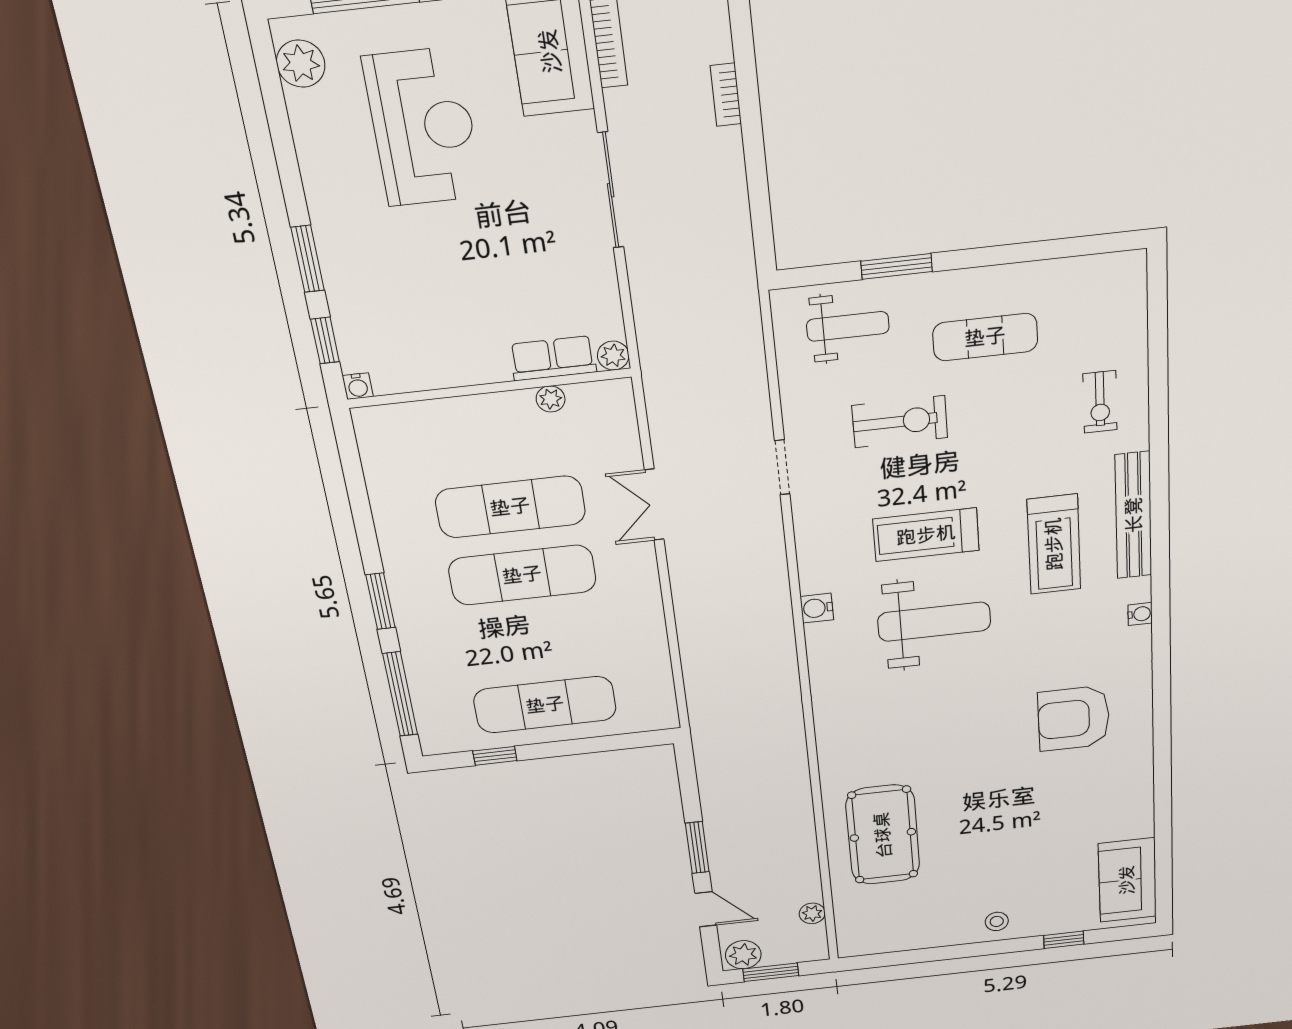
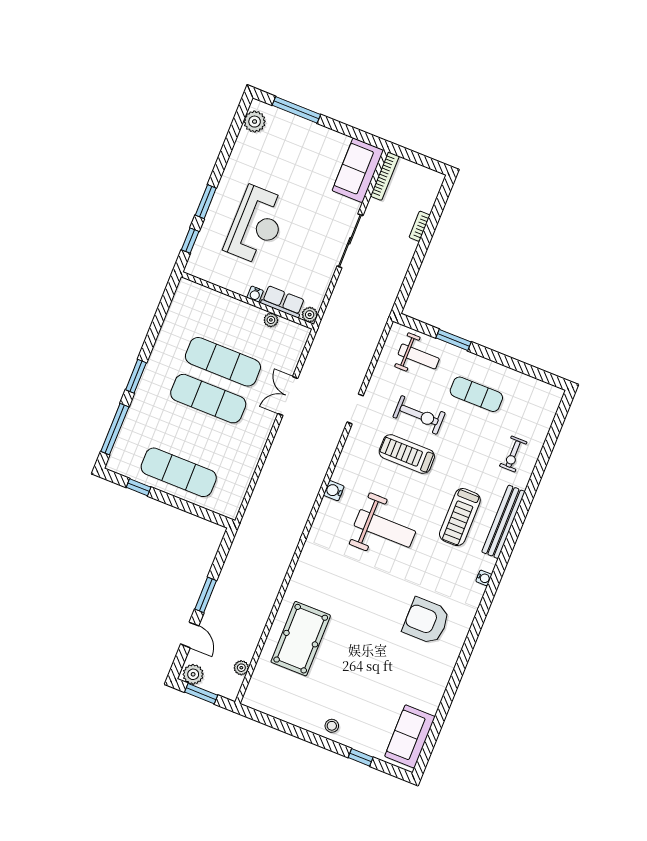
reception desk: (423, 127) -> (256, 225), moved
water cooler: (358, 386) -> (255, 294), moved
treadmill: (926, 535) -> (407, 454), moved

